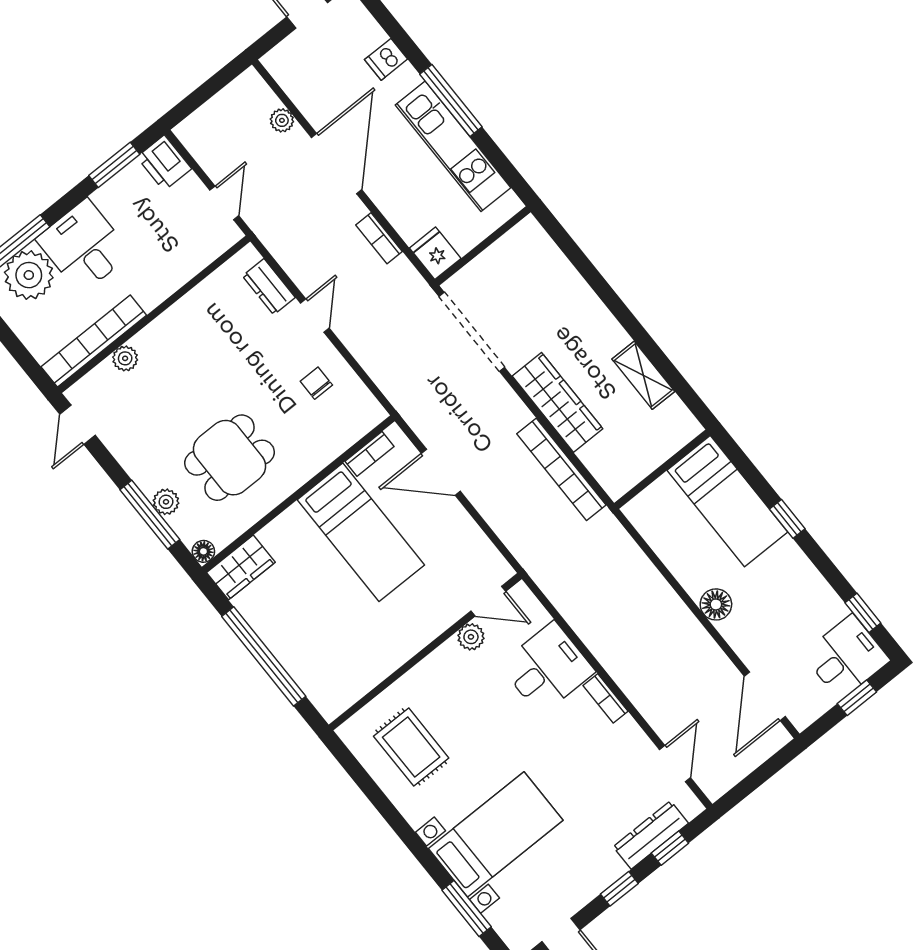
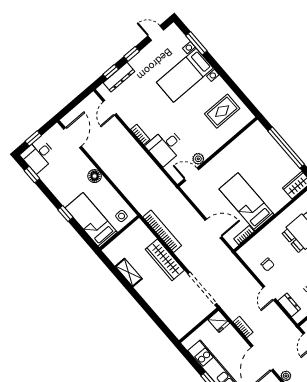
side table: (656, 508) -> (122, 216), added
rug: (411, 747) -> (222, 111), turned 90

